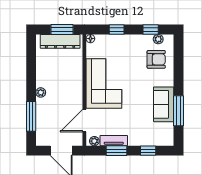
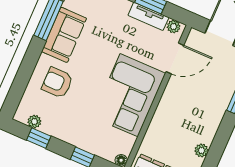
armchair: (156, 59) -> (57, 83), moved
plant: (41, 92) -> (201, 150), moved

